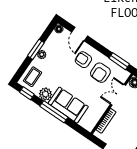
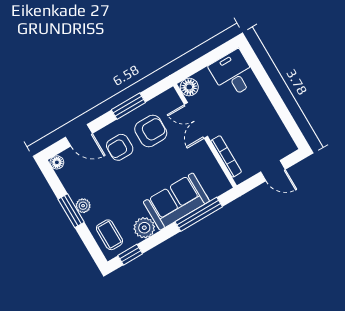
window: (119, 61) -> (128, 106), moved
armchair: (100, 73) -> (151, 131), turned -90
window: (54, 112) -> (199, 214), moved

